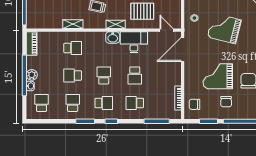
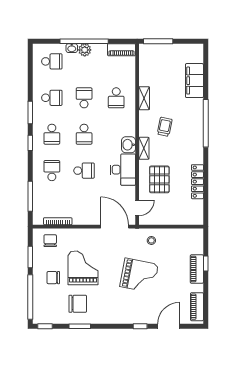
grand piano: (224, 29) -> (139, 275), turned 87
school desk: (104, 75) -> (84, 134), turned 90
school desk: (135, 75) -> (84, 171), turned 180

